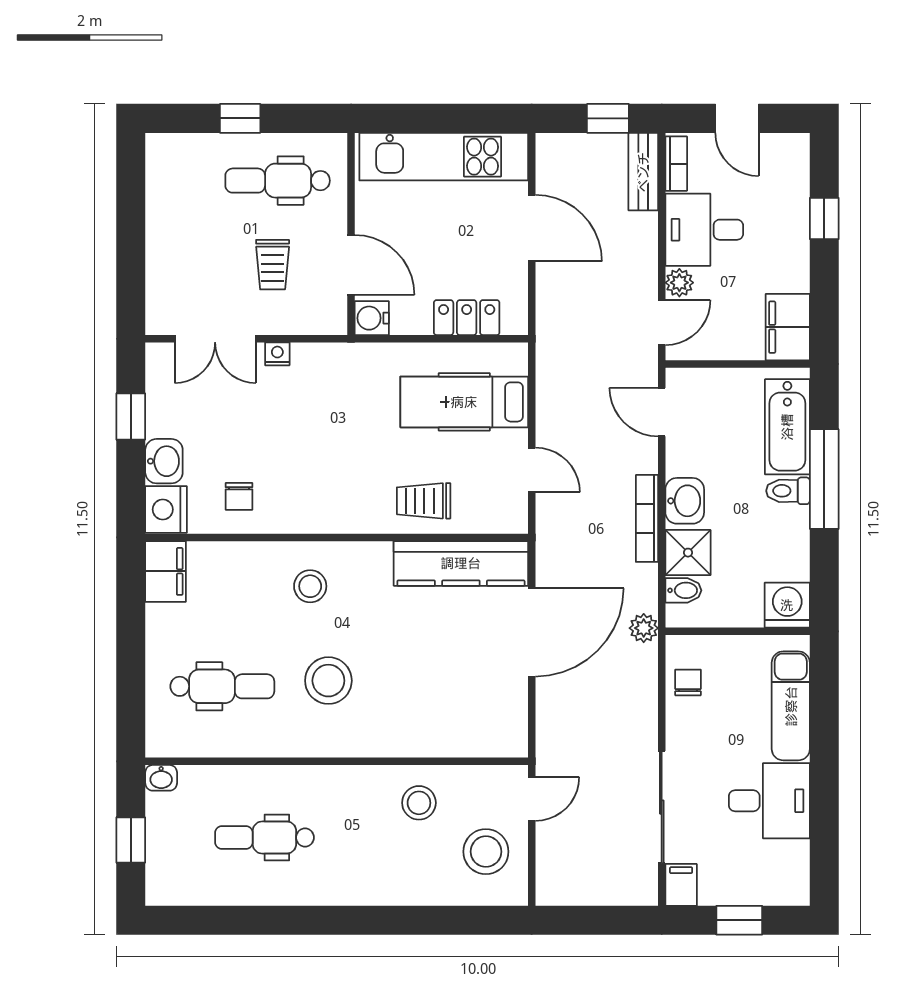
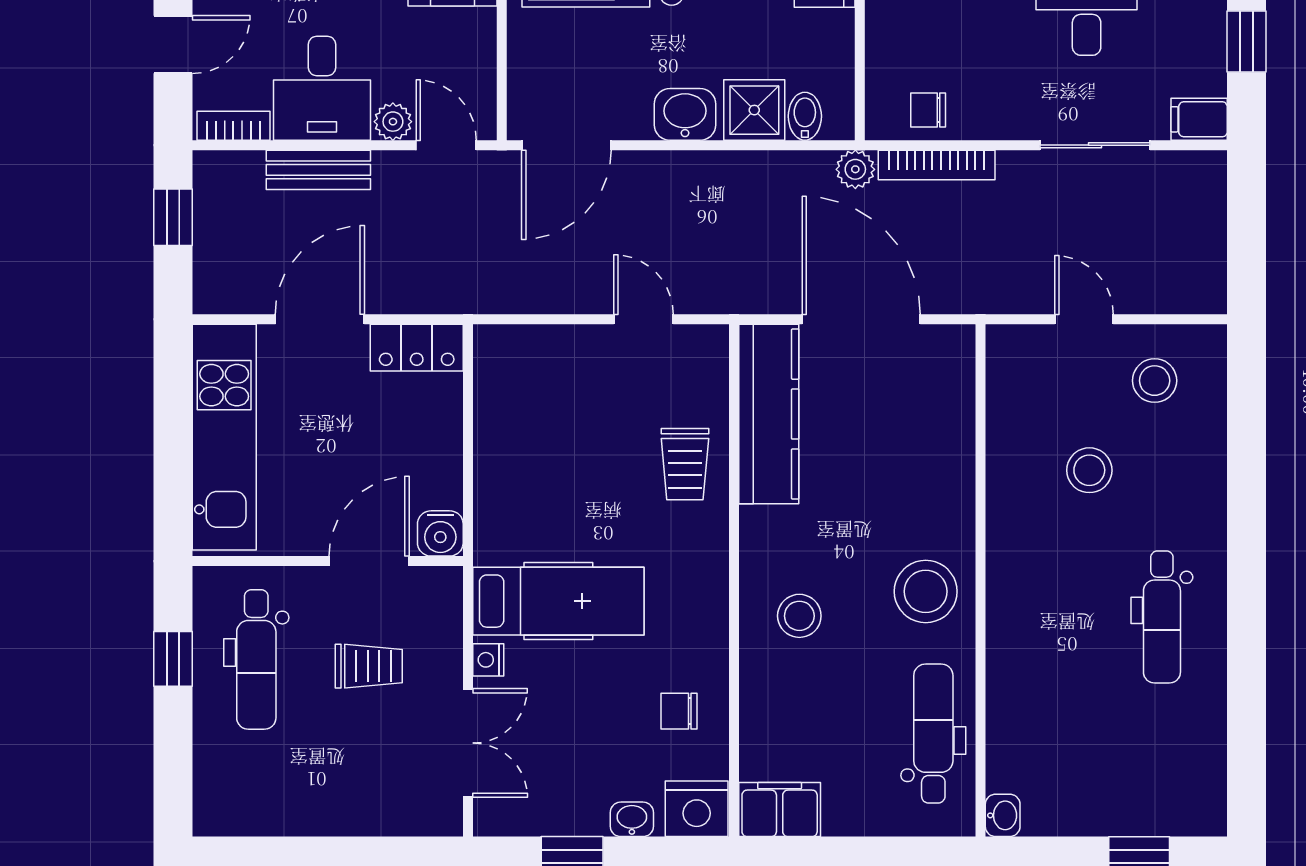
window: (240, 118) -> (173, 659), moved
bench: (643, 172) -> (318, 170), moved
locker: (467, 318) -> (417, 348), moved, turned -90
hospital bed: (464, 402) -> (558, 601), moved, turned -90
door: (662, 412) -> (566, 145), width x1.38
washbasin: (164, 461) -> (632, 819), width x0.72, depth x0.69
door: (532, 470) -> (644, 319), hinge flipped
chair: (239, 496) -> (679, 711), turned 180
bookcase: (647, 518) -> (937, 165), moved
wall: (337, 761) -> (981, 580), moved
washbasin: (161, 778) -> (1003, 815), moved
sliding door: (662, 807) -> (1095, 145), width x0.73
dental chair: (265, 837) -> (1162, 617), moved
stool: (486, 852) -> (1155, 381), width x0.73, depth x0.73

